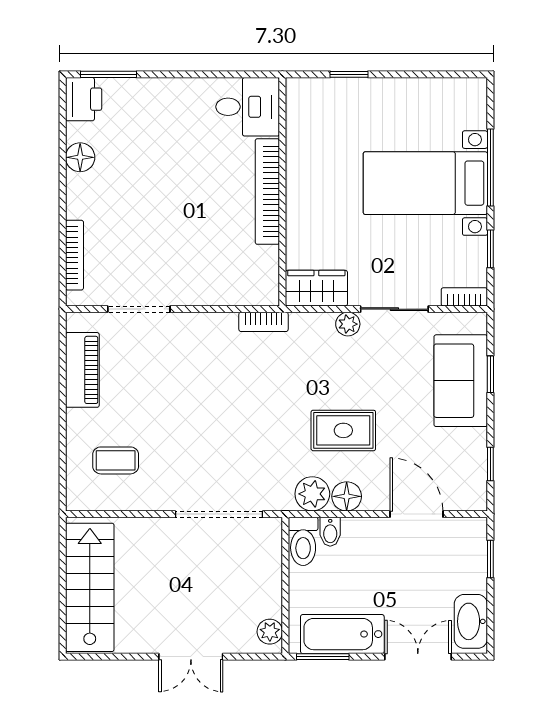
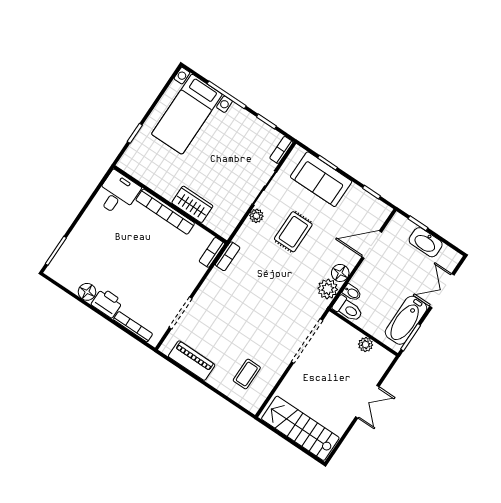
printer: (84, 99) -> (107, 303), moved
bed with nightstands: (425, 183) -> (187, 114), moved
wardrobe: (316, 288) -> (192, 204), moved, turned 90
bookcase: (254, 296) -> (212, 252), added
rug: (343, 430) -> (293, 232), moved
washbasin: (471, 621) -> (426, 242), moved
plant: (270, 632) -> (366, 345), moved

